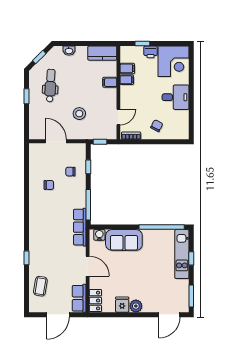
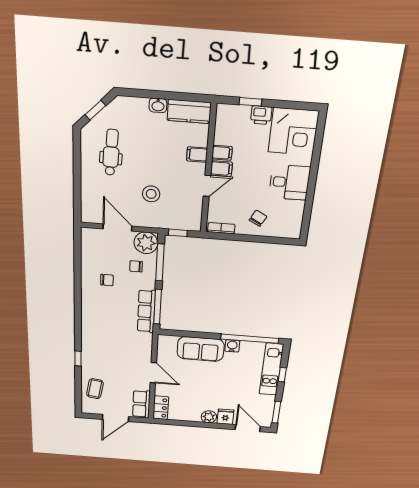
washbasin: (69, 51) -> (158, 105), moved
filing cabinet: (127, 68) -> (221, 169), moved
window: (27, 96) -> (77, 165), removed
door: (118, 117) -> (207, 186), moved
plant: (77, 152) -> (146, 243), added
window: (88, 167) -> (160, 263), width x2.17
row of seats: (80, 227) -> (146, 311), moved
water cooler: (99, 235) -> (232, 346), moved
fridge: (122, 305) -> (225, 417), moved
door: (169, 315) -> (248, 428), swing flipped

